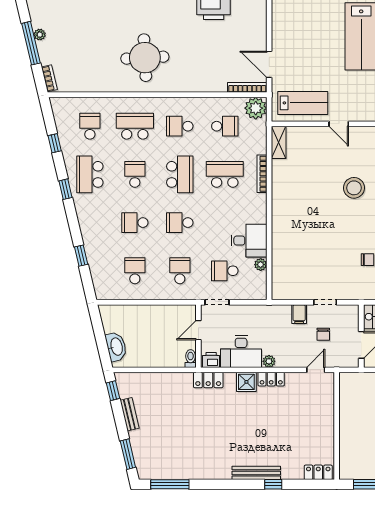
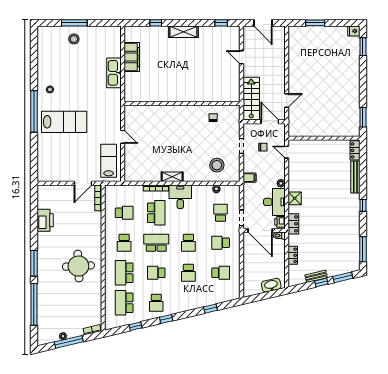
plant: (256, 108) -> (112, 192), removed
door: (339, 124) -> (123, 137), hinge flipped
school desk: (90, 126) -> (124, 303), width x1.85
school desk: (225, 126) -> (124, 213), turned 90
shelving: (279, 142) -> (172, 177), moved
school desk: (90, 174) -> (156, 303), width x0.54
school desk: (225, 174) -> (156, 213), turned 180
stool: (354, 188) -> (217, 165), moved
desk: (249, 241) -> (180, 197), moved
school desk: (135, 271) -> (221, 273), turned 180
school desk: (225, 271) -> (221, 213), turned 180
filing cabinet: (299, 314) -> (249, 178), moved
door: (198, 330) -> (260, 230), width x1.87
locker: (271, 379) -> (293, 255), moved
window: (113, 391) -> (321, 282), moved
bench: (256, 473) -> (355, 177), moved
window: (273, 484) -> (363, 205), moved

